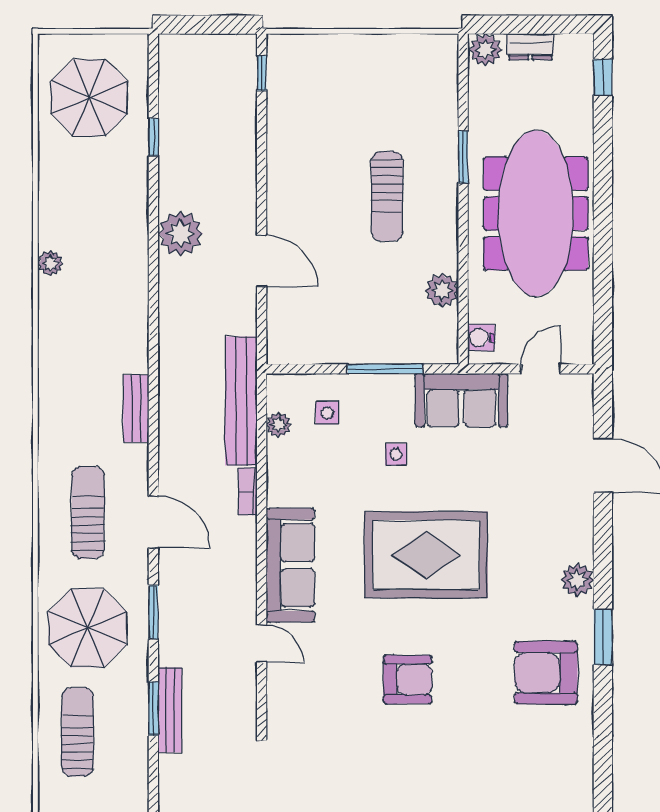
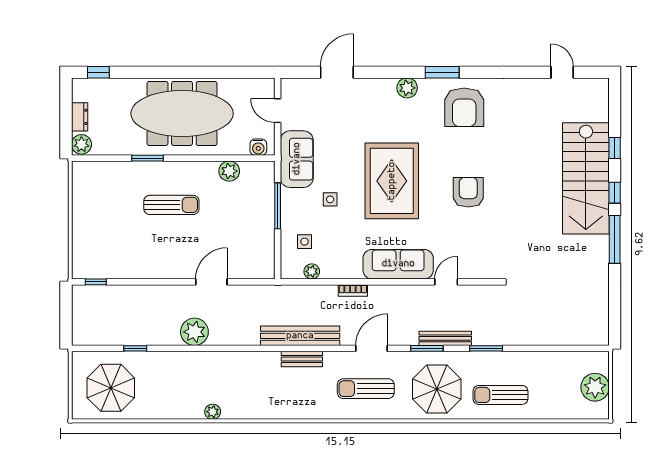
bench: (241, 401) -> (300, 336), moved
bench: (170, 710) -> (445, 338), moved

